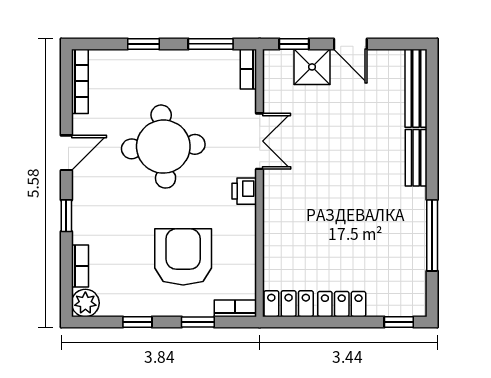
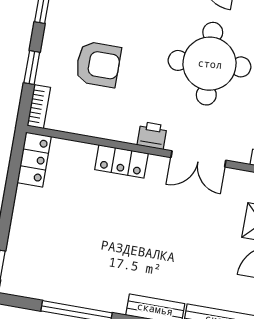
armchair: (183, 257) -> (98, 64), width x0.73, depth x0.73
locker: (342, 304) -> (121, 161), moved, turned 90

